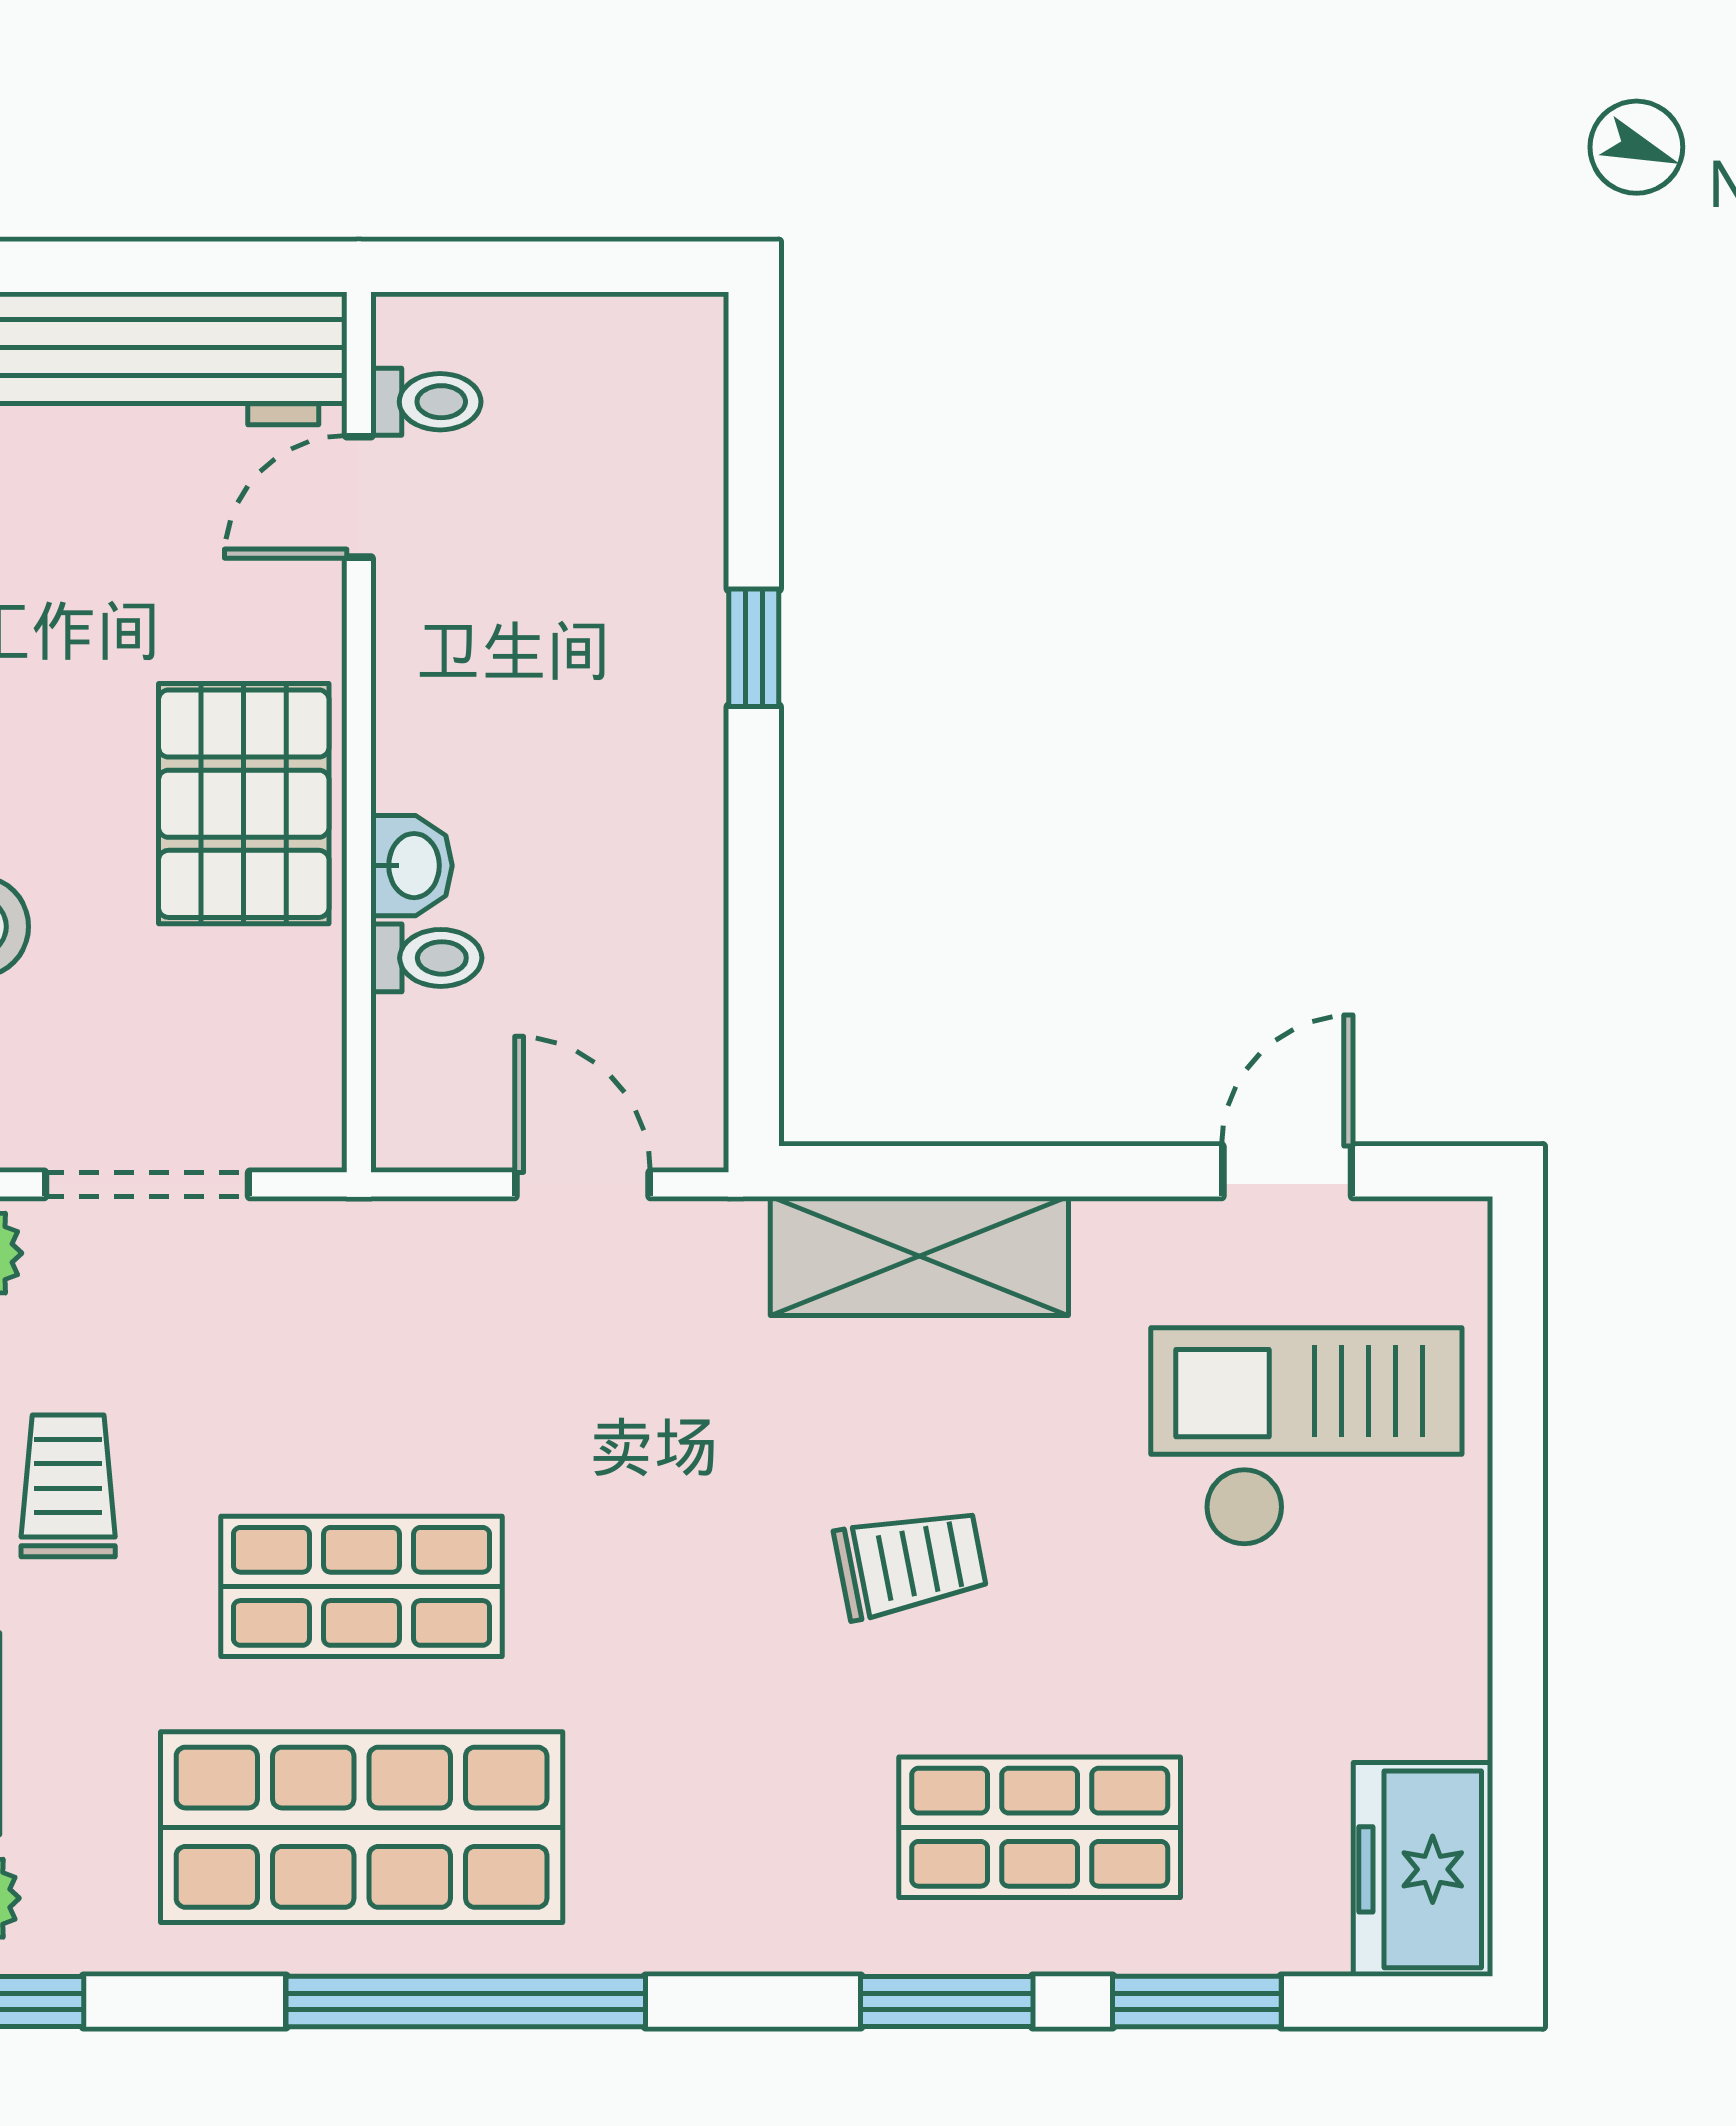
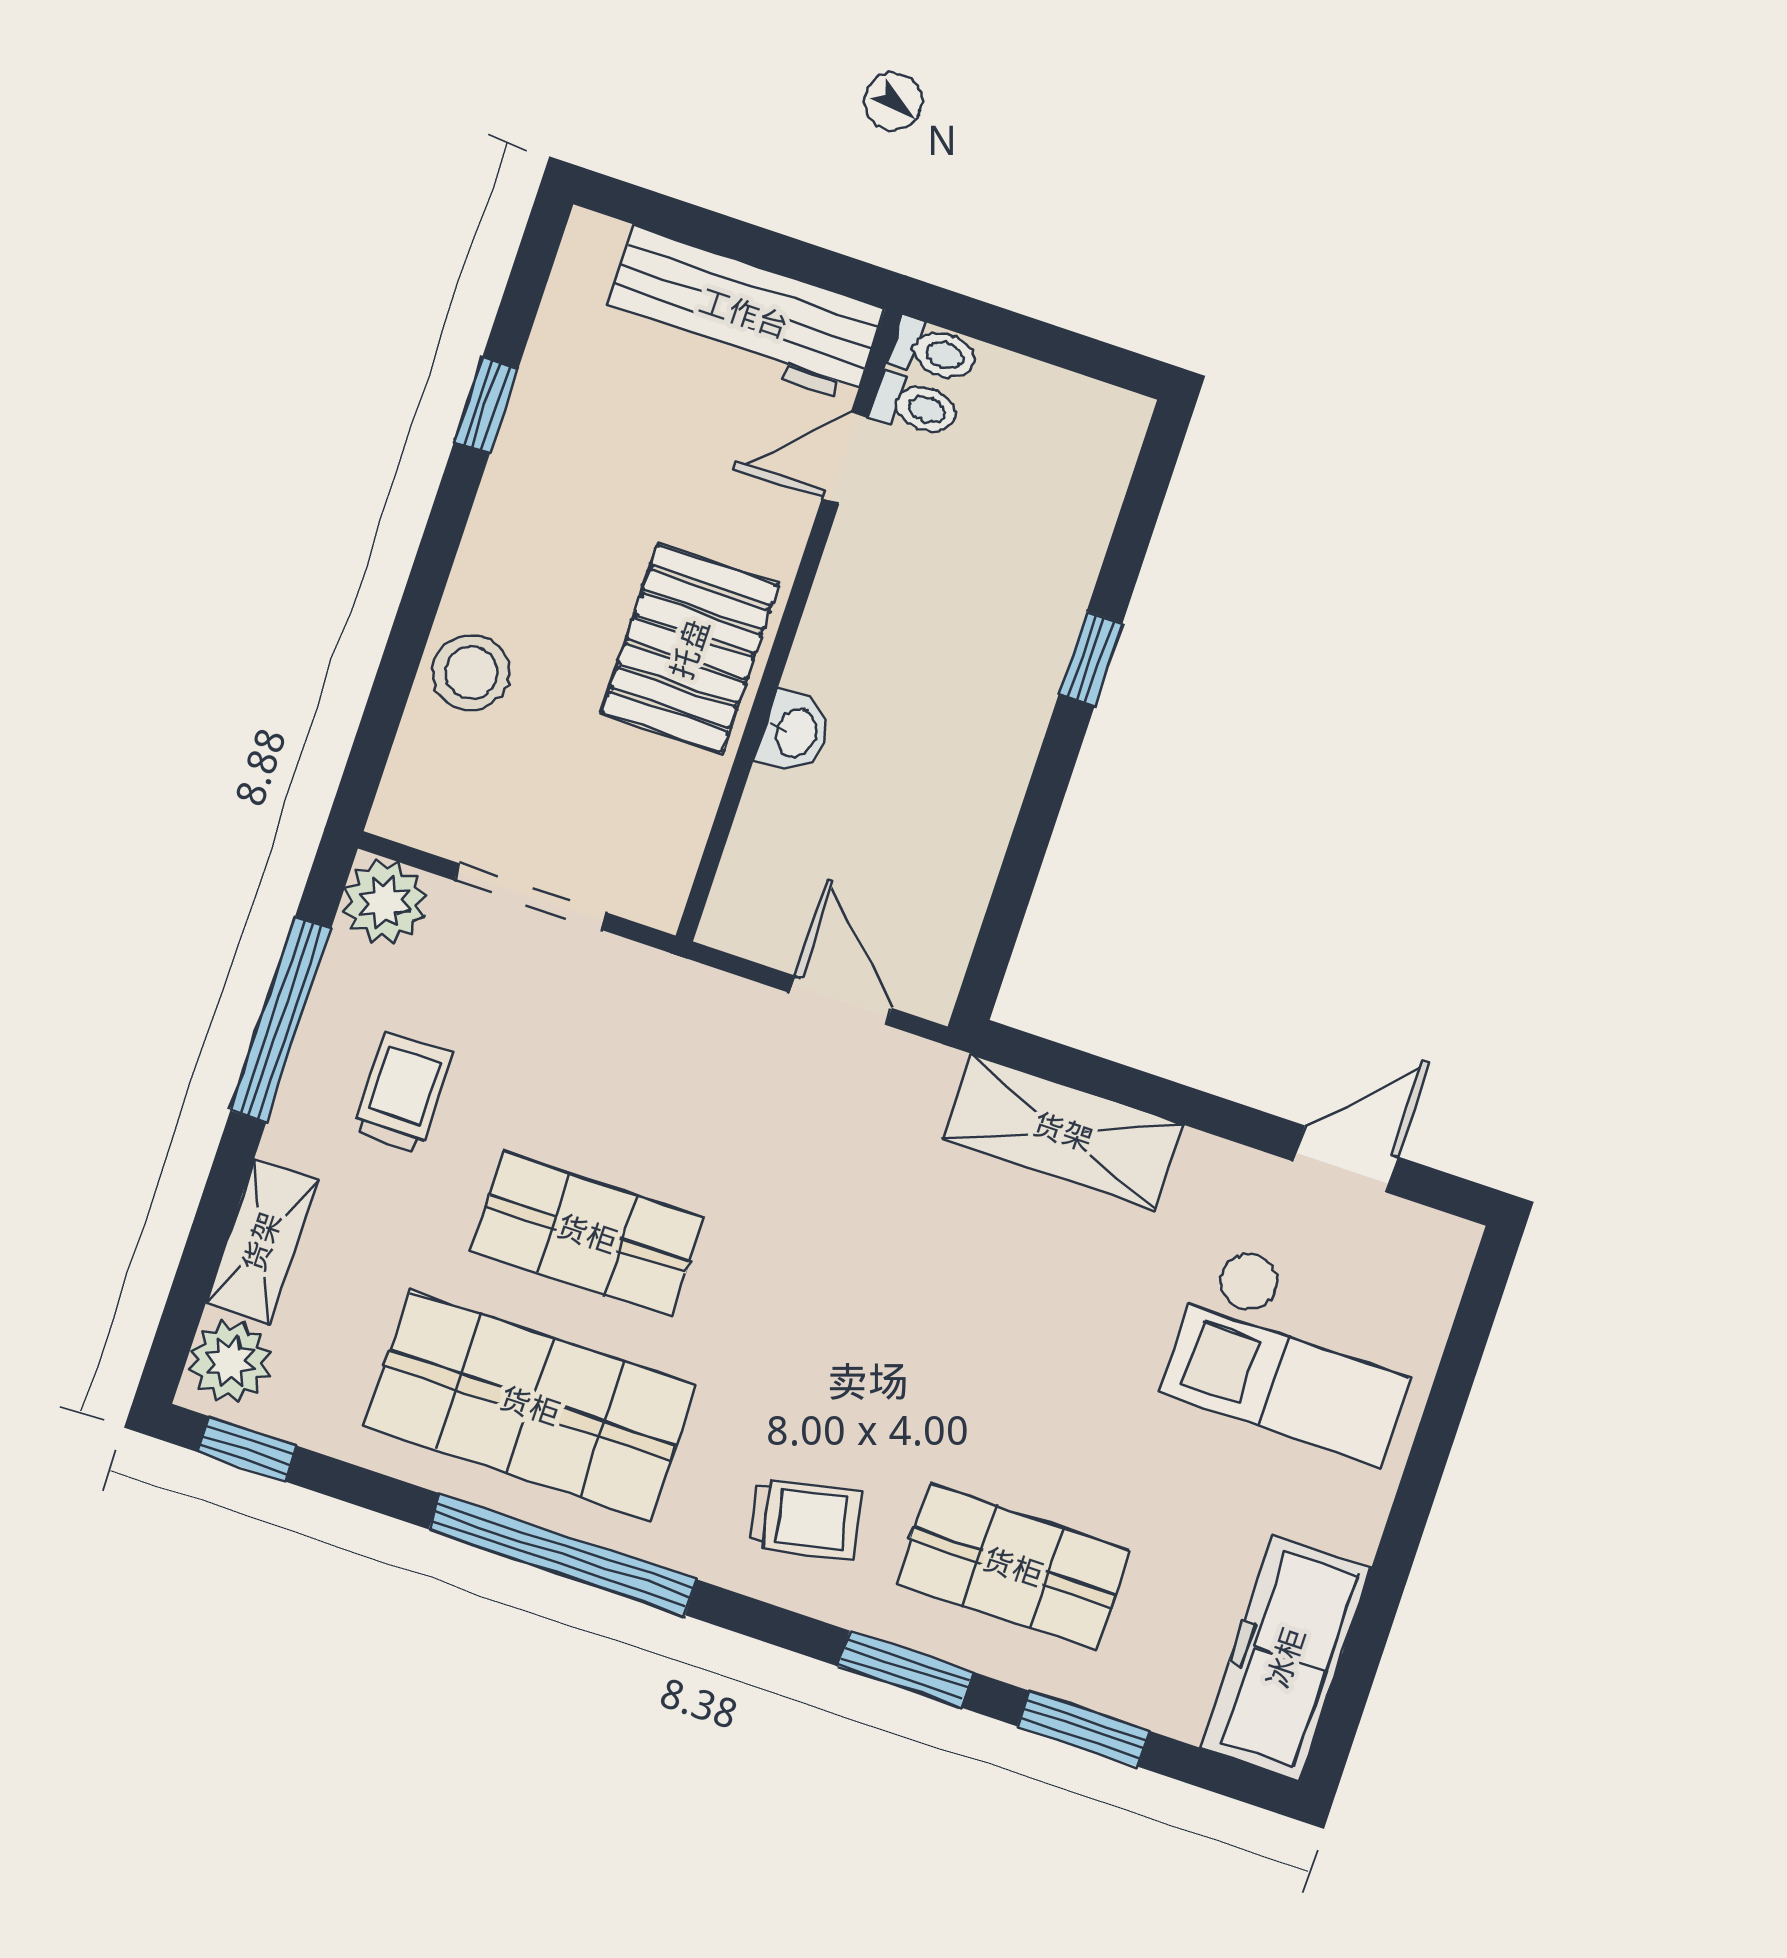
toilet: (426, 958) -> (934, 352), moved
checkout: (1306, 1437) -> (1296, 1353), turned 180
trolley: (911, 1563) -> (805, 1519), moved
freezer: (1423, 1869) -> (1286, 1658), width x1.40

